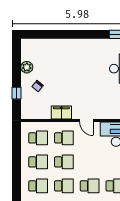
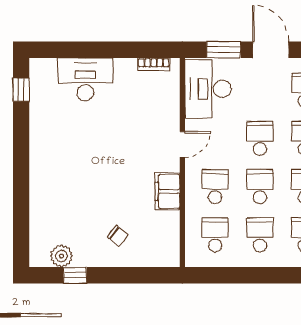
plant: (27, 67) -> (62, 256), moved
window: (17, 93) -> (75, 275), moved
school desk: (90, 162) -> (260, 138), added

